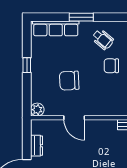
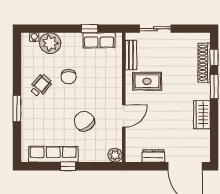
row of seats: (56, 28) -> (53, 154), moved, turned -90
chair: (69, 81) -> (84, 121), turned 145
rug: (107, 140) -> (147, 81), added

